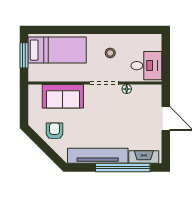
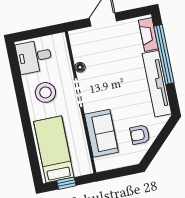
stool: (110, 53) -> (45, 92), width x1.89, depth x1.89
window: (24, 55) -> (66, 183), width x0.67
desk: (146, 66) -> (34, 57), moved, turned -90

